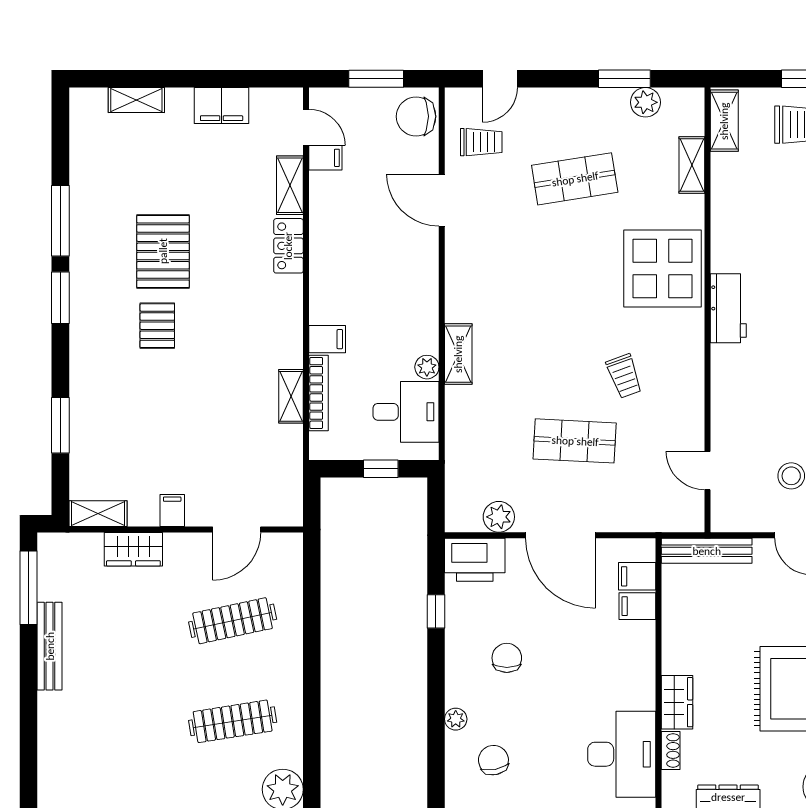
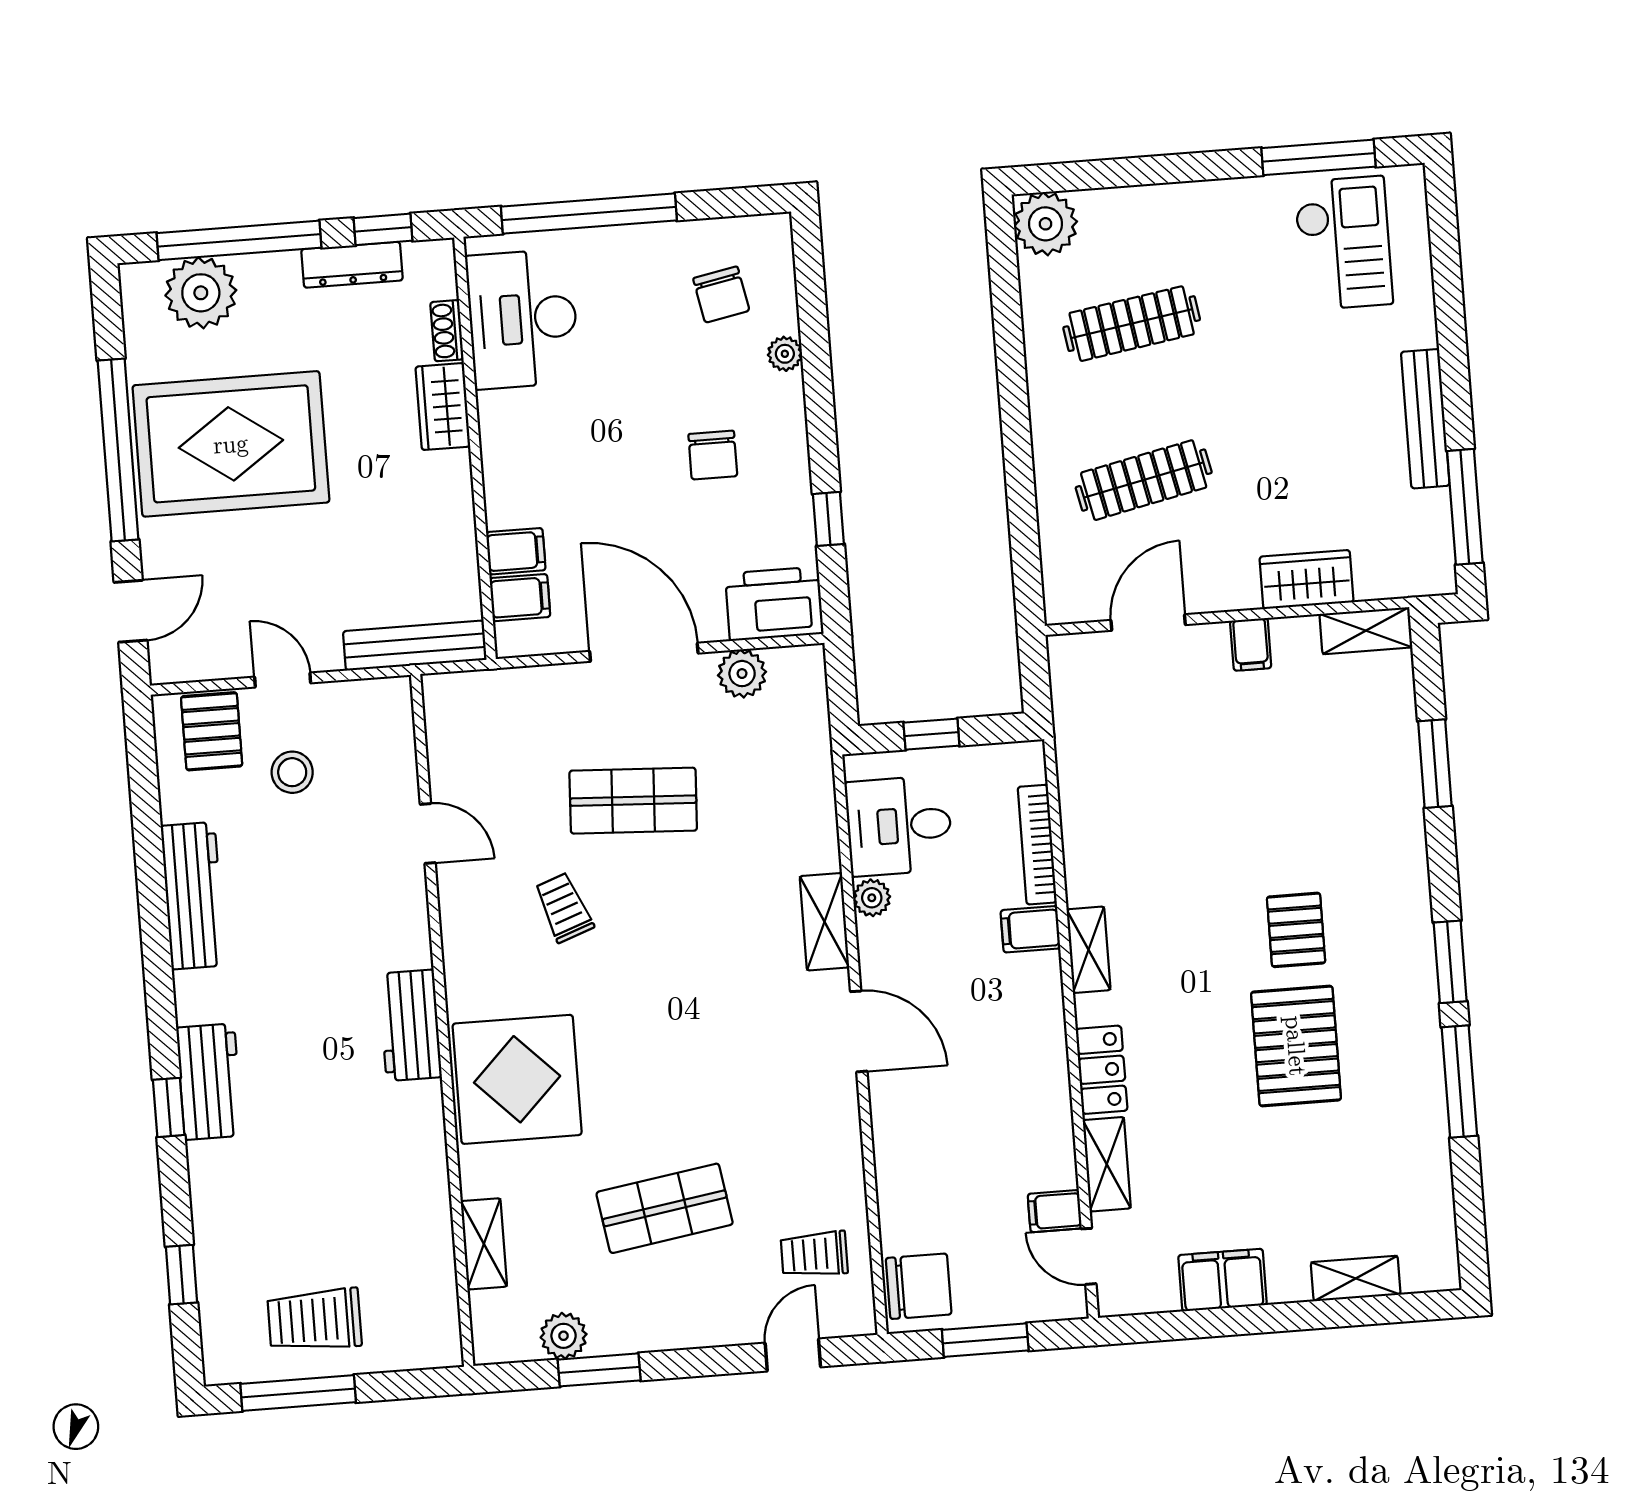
shelving: (724, 121) -> (439, 1317), removed
door: (442, 200) -> (859, 1031), moved
shelving: (291, 396) -> (1088, 950), moved
door: (708, 471) -> (428, 833), moved
checkout: (93, 762) -> (1343, 243), added

